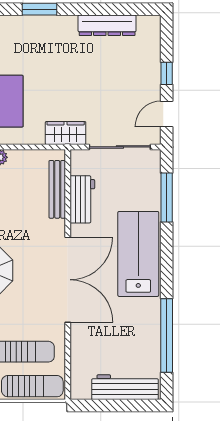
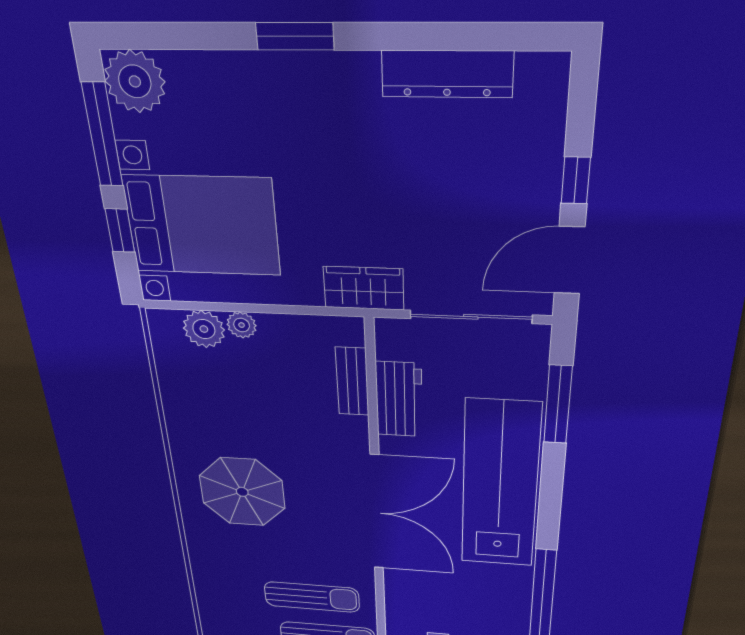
door: (167, 114) -> (569, 260), width x1.38
bench: (57, 189) -> (352, 382), width x0.73
lab bench: (138, 254) -> (500, 486), width x1.36

